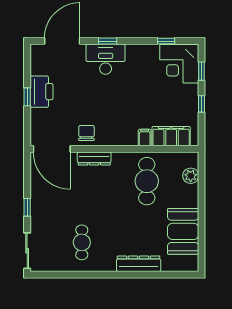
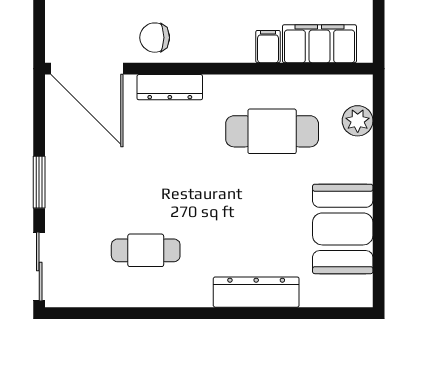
chair: (86, 133) -> (155, 38), turned -90
cafe table: (147, 181) -> (272, 131), turned 90
window: (27, 207) -> (39, 182), width x1.50
cafe table: (82, 242) -> (146, 250), turned 90

